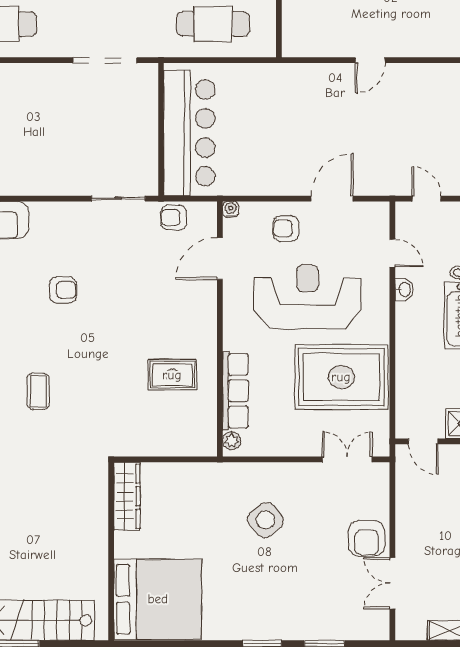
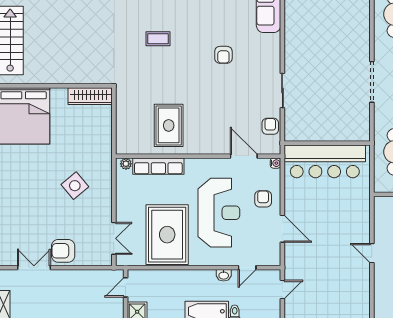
wall: (161, 129) -> (327, 143), moved
bar counter: (189, 133) -> (325, 161), moved
rug: (172, 375) -> (169, 125), width x1.36, depth x1.43

